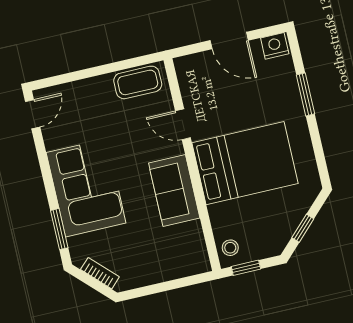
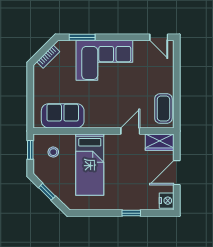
wardrobe: (190, 77) -> (160, 142), added
window: (306, 94) -> (131, 213), width x0.67
bed: (245, 163) -> (90, 165), width x0.67
sofa: (174, 190) -> (63, 116), moved
stool: (230, 248) -> (53, 152), moved

